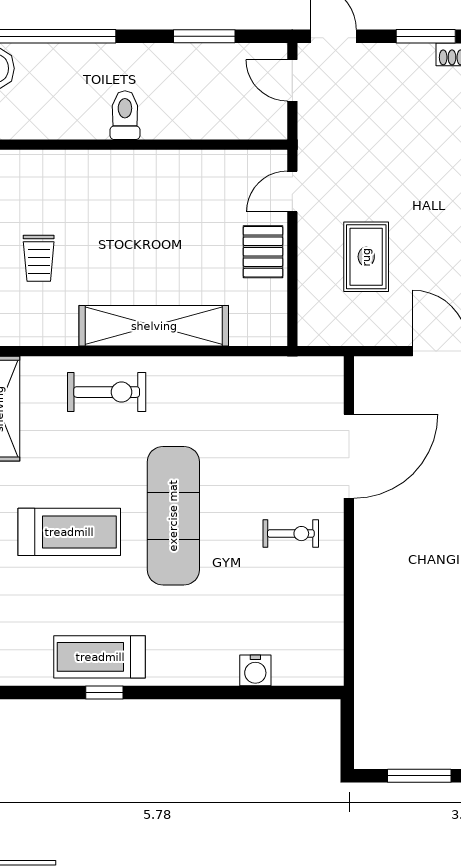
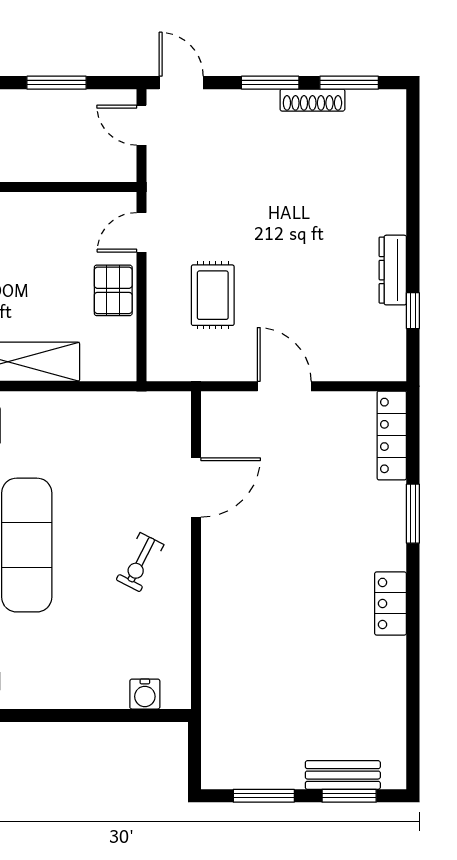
door: (349, 456) -> (196, 488), width x0.73
exercise bike: (291, 534) -> (140, 562), turned 117
water cooler: (255, 670) -> (145, 694), moved

